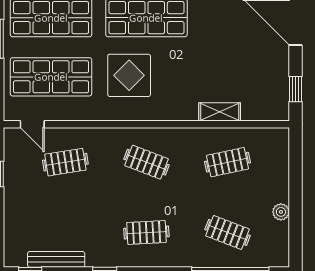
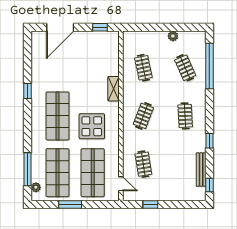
shelving: (220, 112) -> (114, 89), moved
door: (32, 124) -> (121, 184), hinge flipped
clothes rail: (228, 232) -> (185, 68), turned -45

